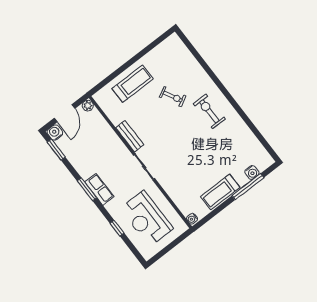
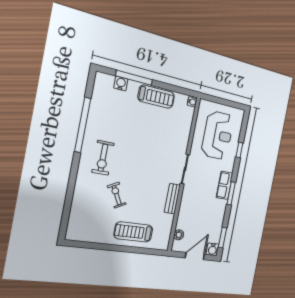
plant: (88, 106) -> (179, 235), moved
window: (245, 118) -> (83, 125), added

